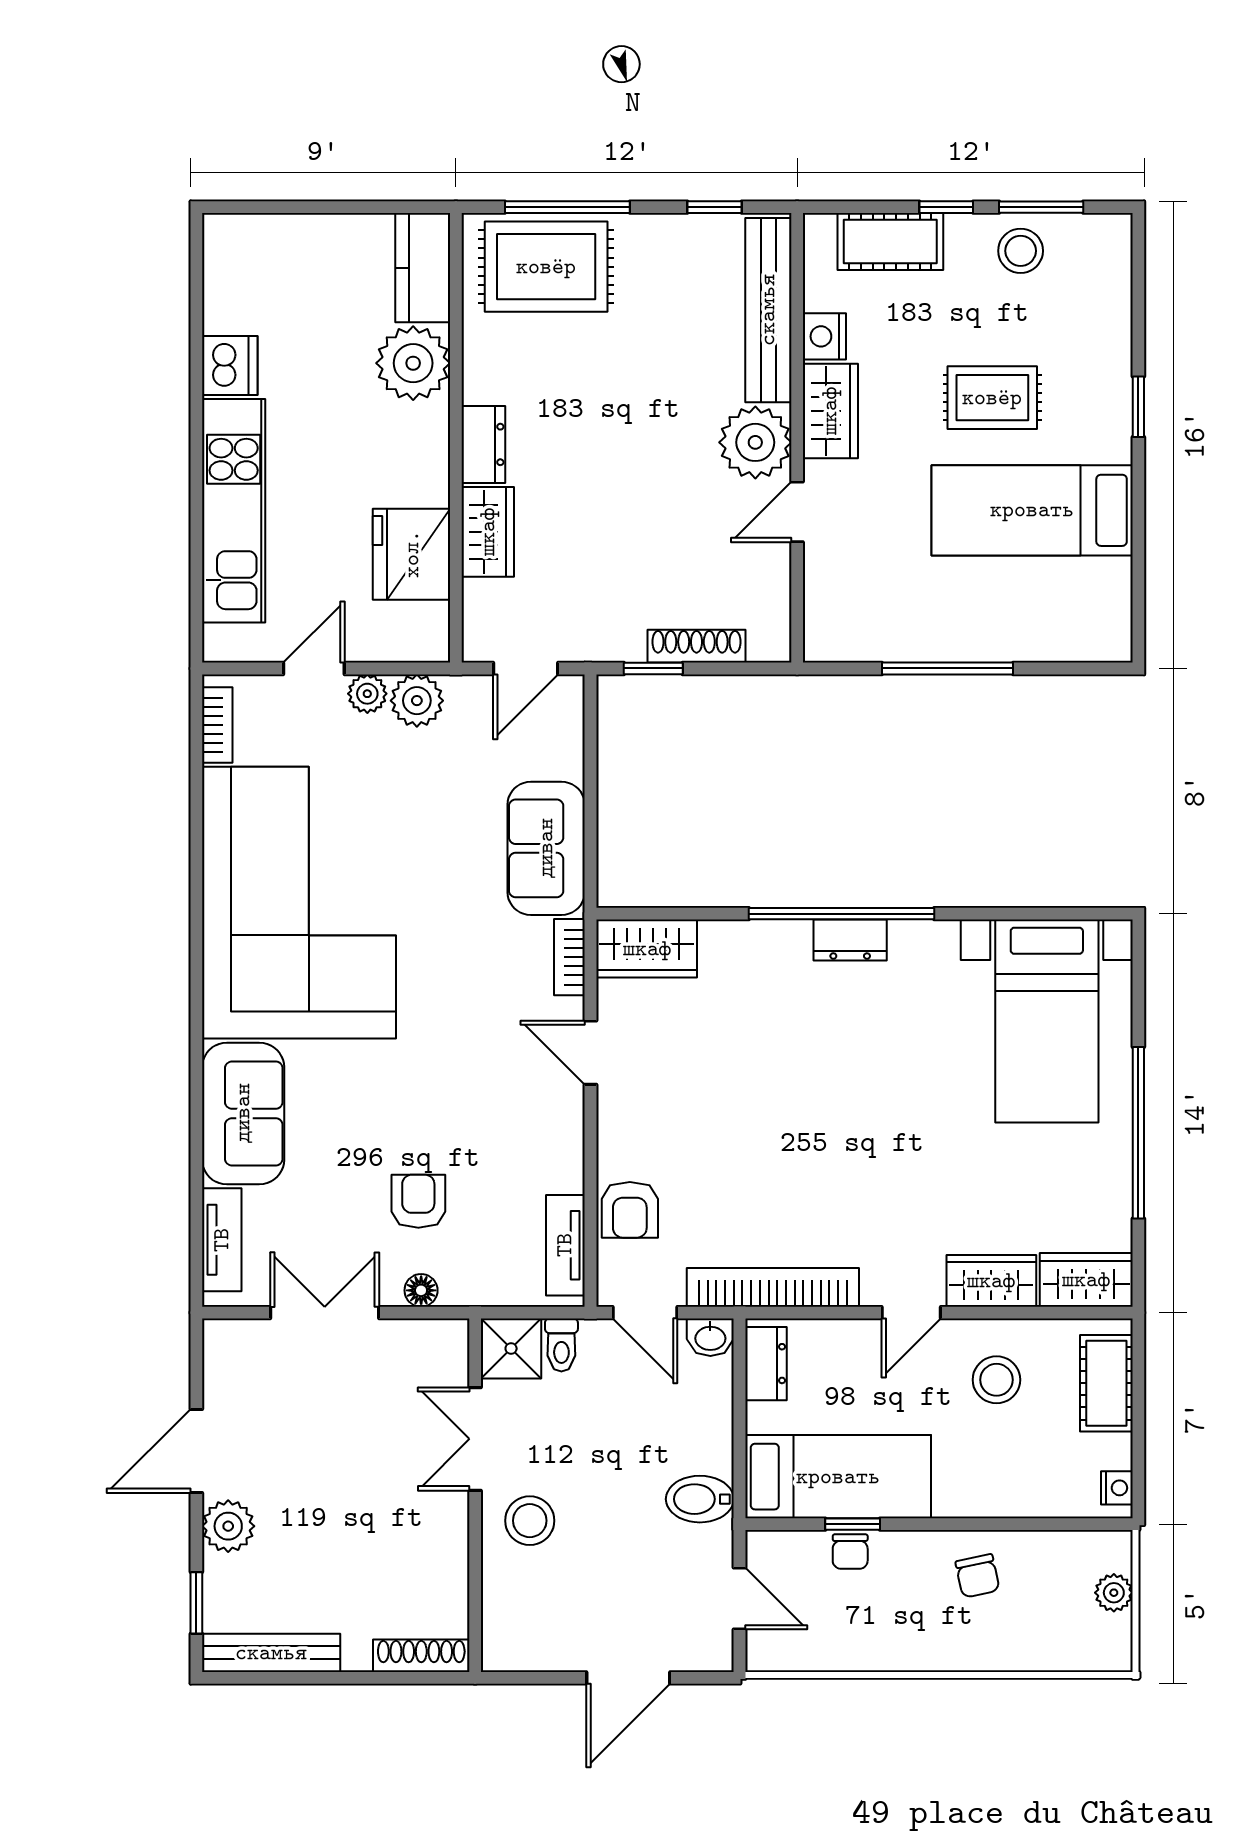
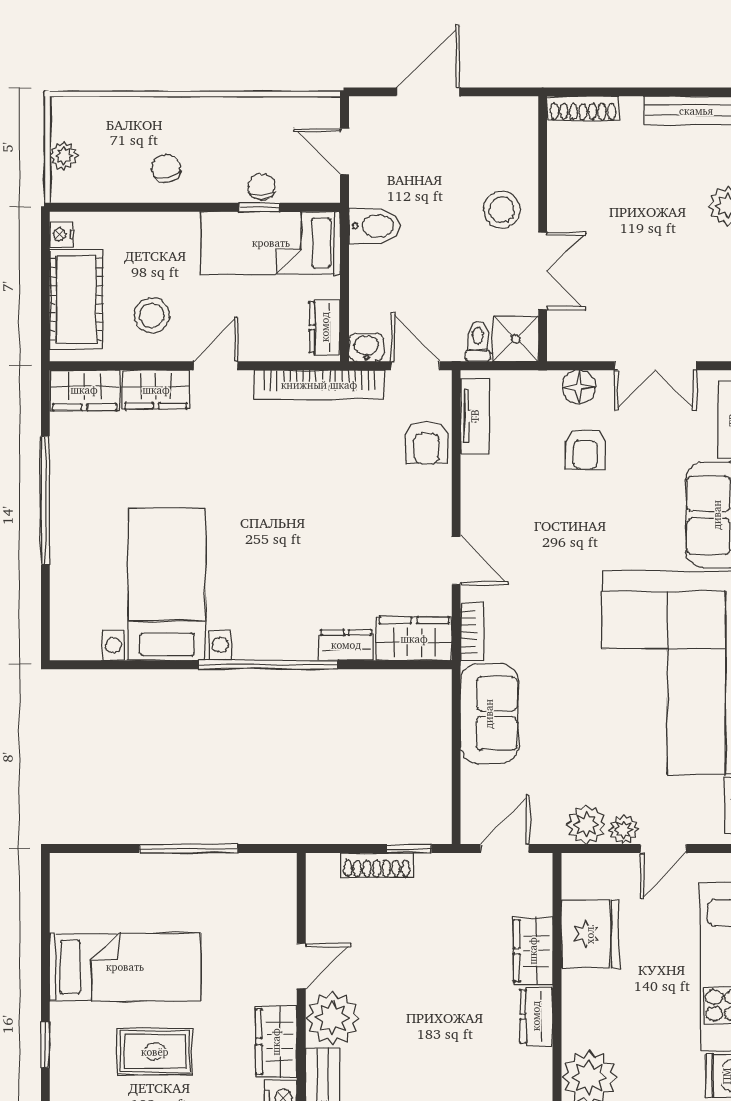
dresser: (850, 940) -> (346, 645), moved
bed with nightstands: (1047, 1021) -> (167, 584), moved
armchair: (630, 1210) -> (427, 443), turned 180
floor lamp: (421, 1290) -> (579, 387), width x1.37, depth x1.37
cot: (1106, 1383) -> (76, 299), width x1.37, depth x1.34

